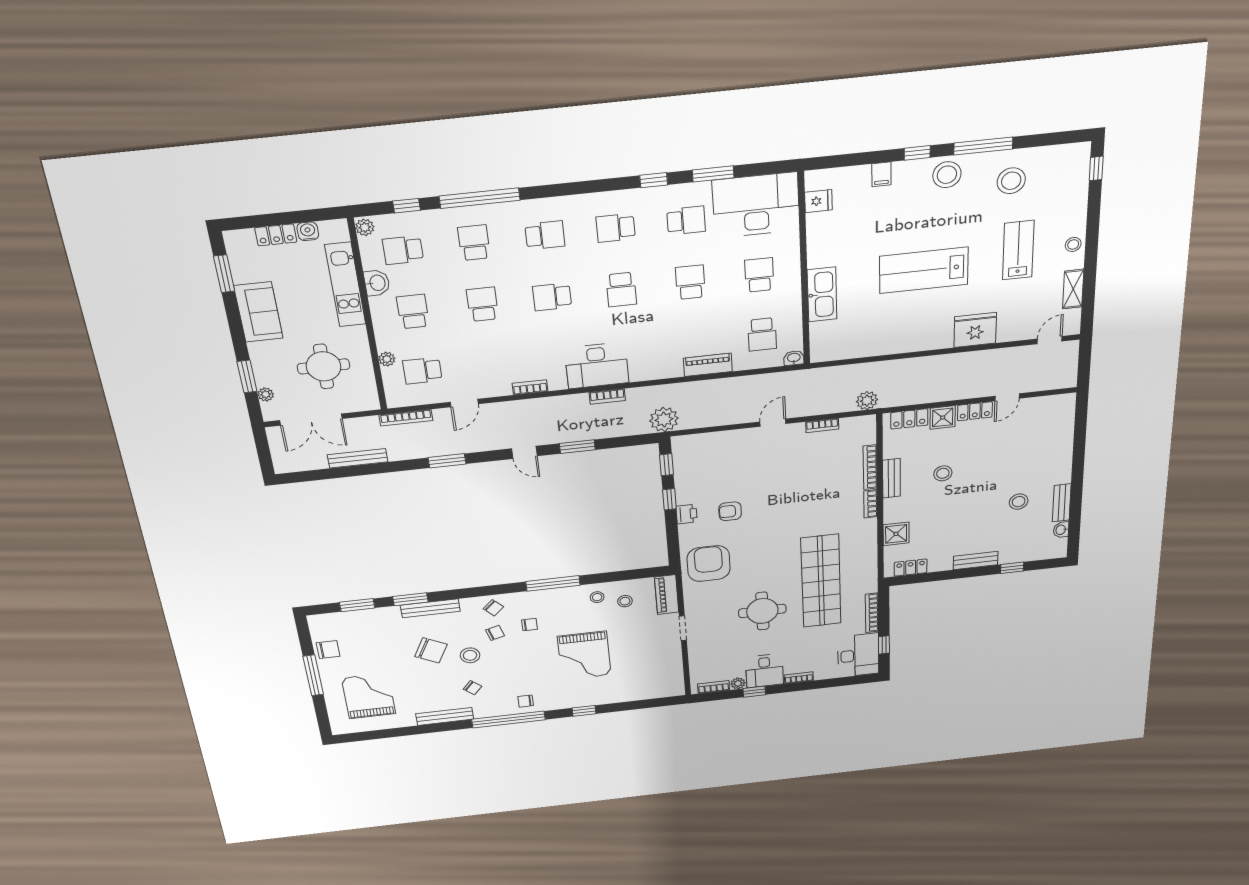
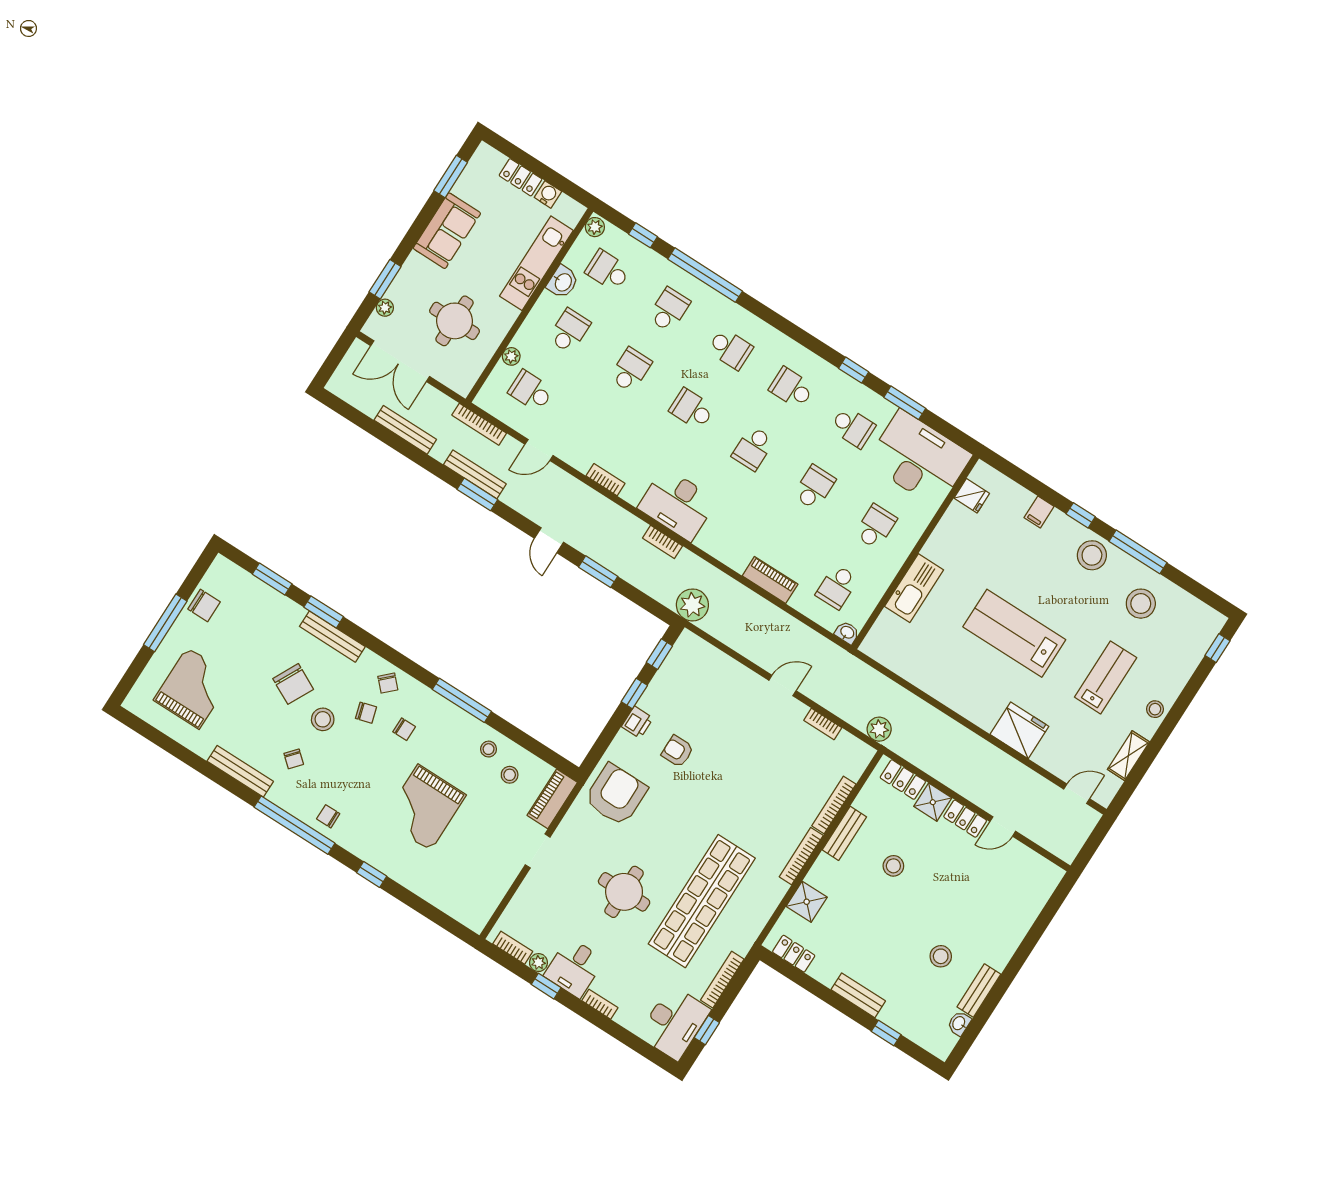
bench: (433, 450) -> (475, 474), added
bookcase: (871, 504) -> (801, 856), width x1.56

